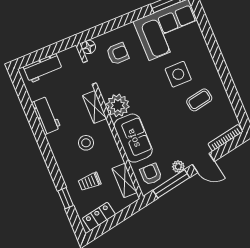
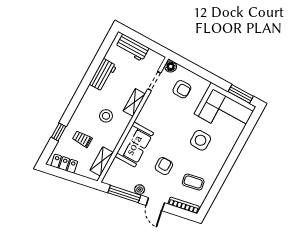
coffee table: (199, 100) -> (193, 182), moved
plant: (118, 105) -> (148, 117), removed
armchair: (151, 174) -> (164, 166), moved

